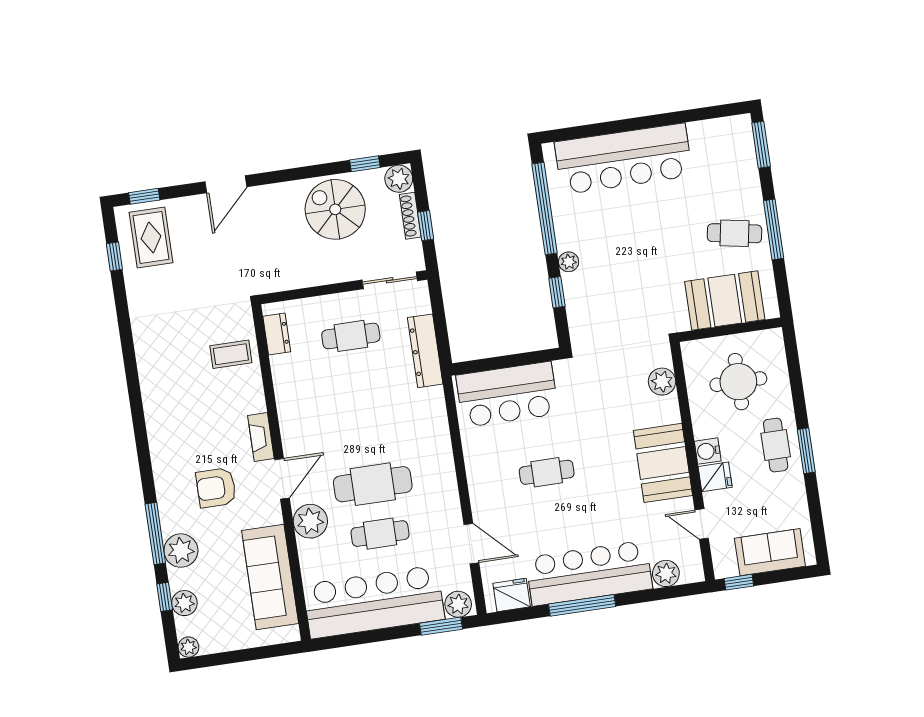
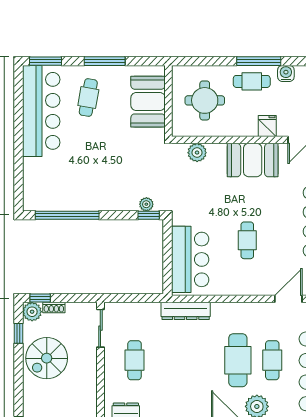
bar counter: (623, 159) -> (41, 111), moved
shoe rack: (410, 216) -> (54, 308), width x0.70
window: (426, 226) -> (40, 298), moved
cafe table: (735, 233) -> (88, 98), moved
plant: (569, 262) -> (146, 204), moved
window: (557, 292) -> (149, 215), moved
dresser: (425, 351) -> (186, 311), moved
water cooler: (708, 451) -> (286, 73), moved, turned 180
window: (806, 451) -> (259, 61), width x1.44

